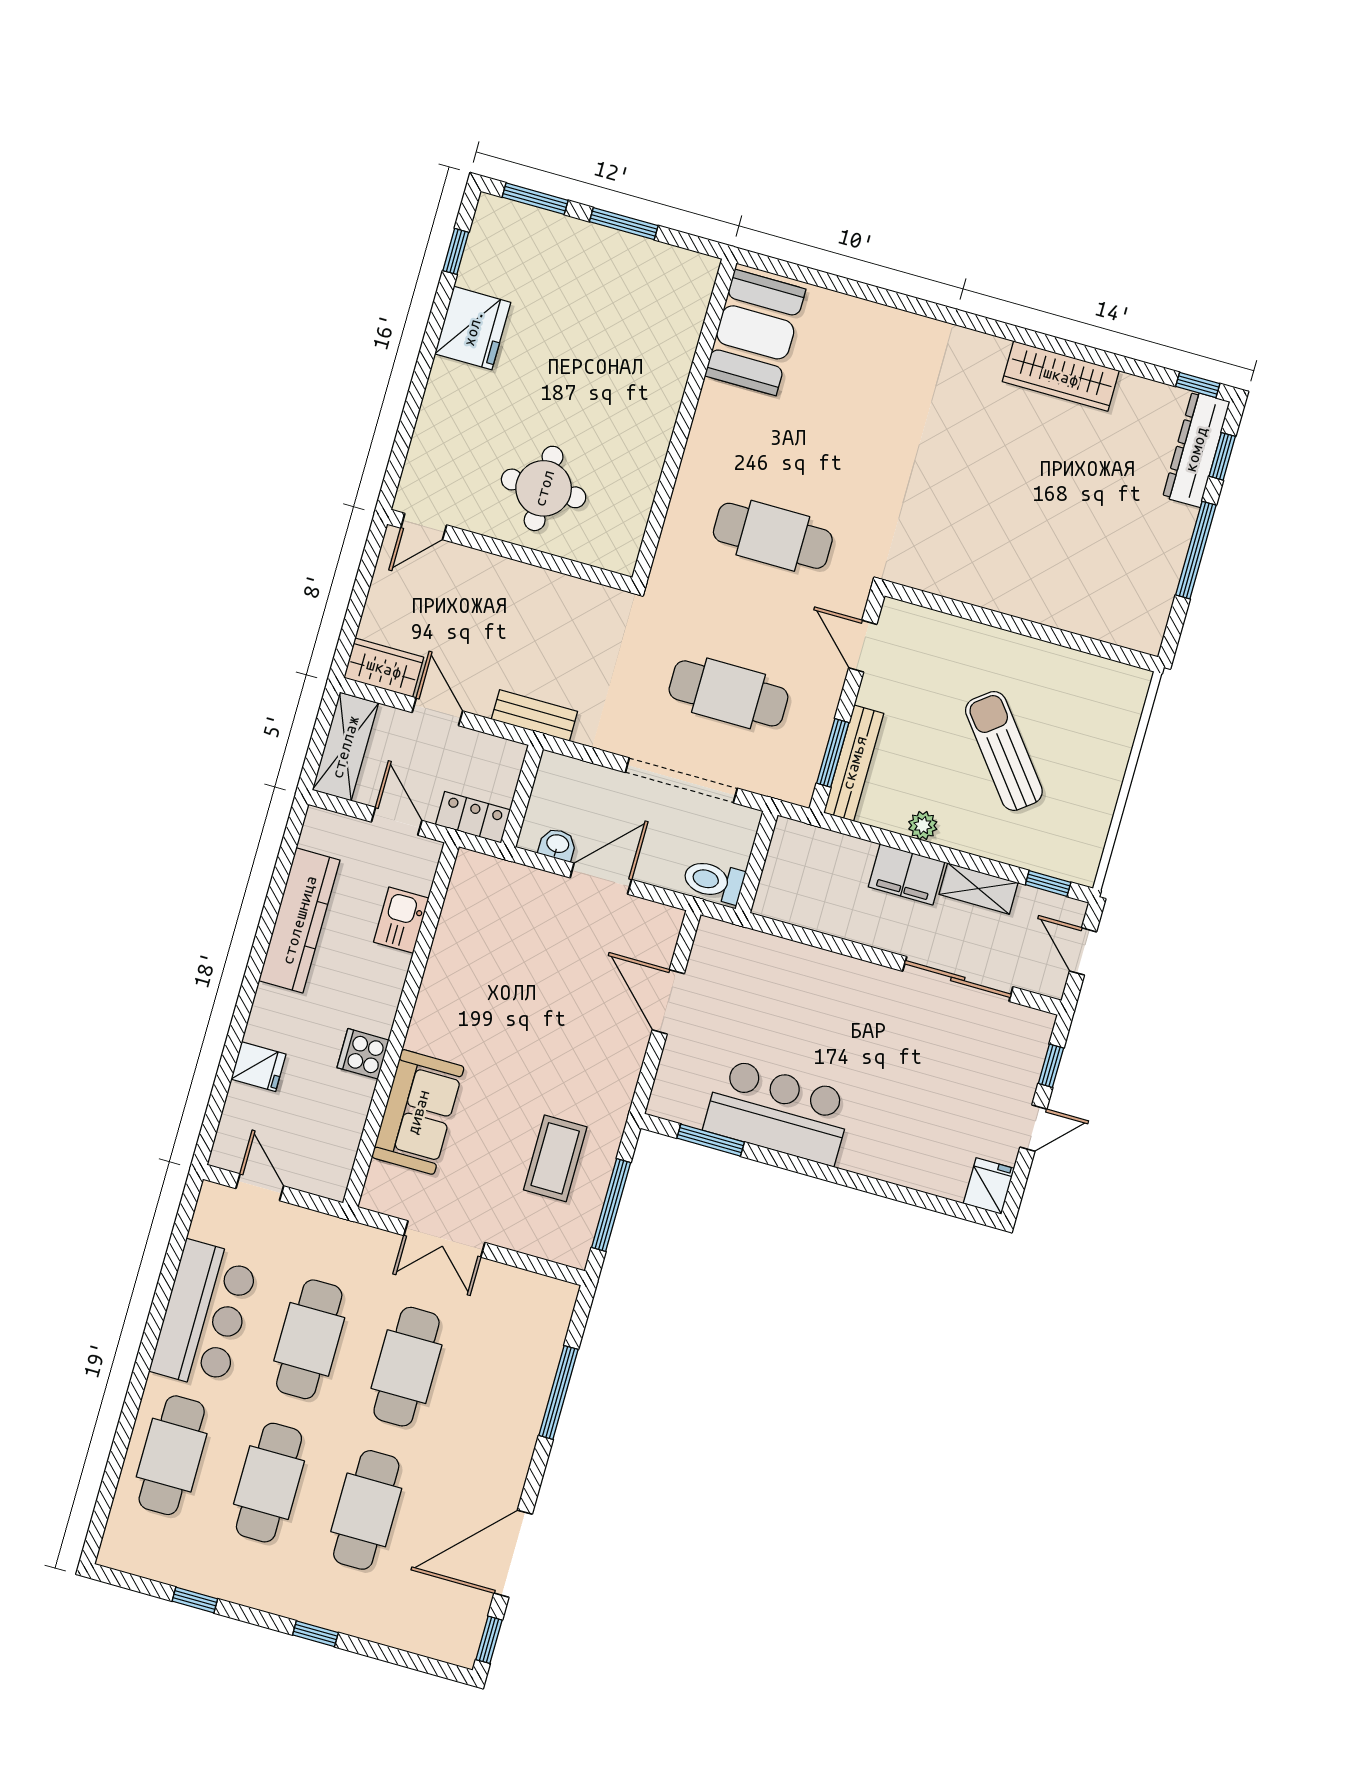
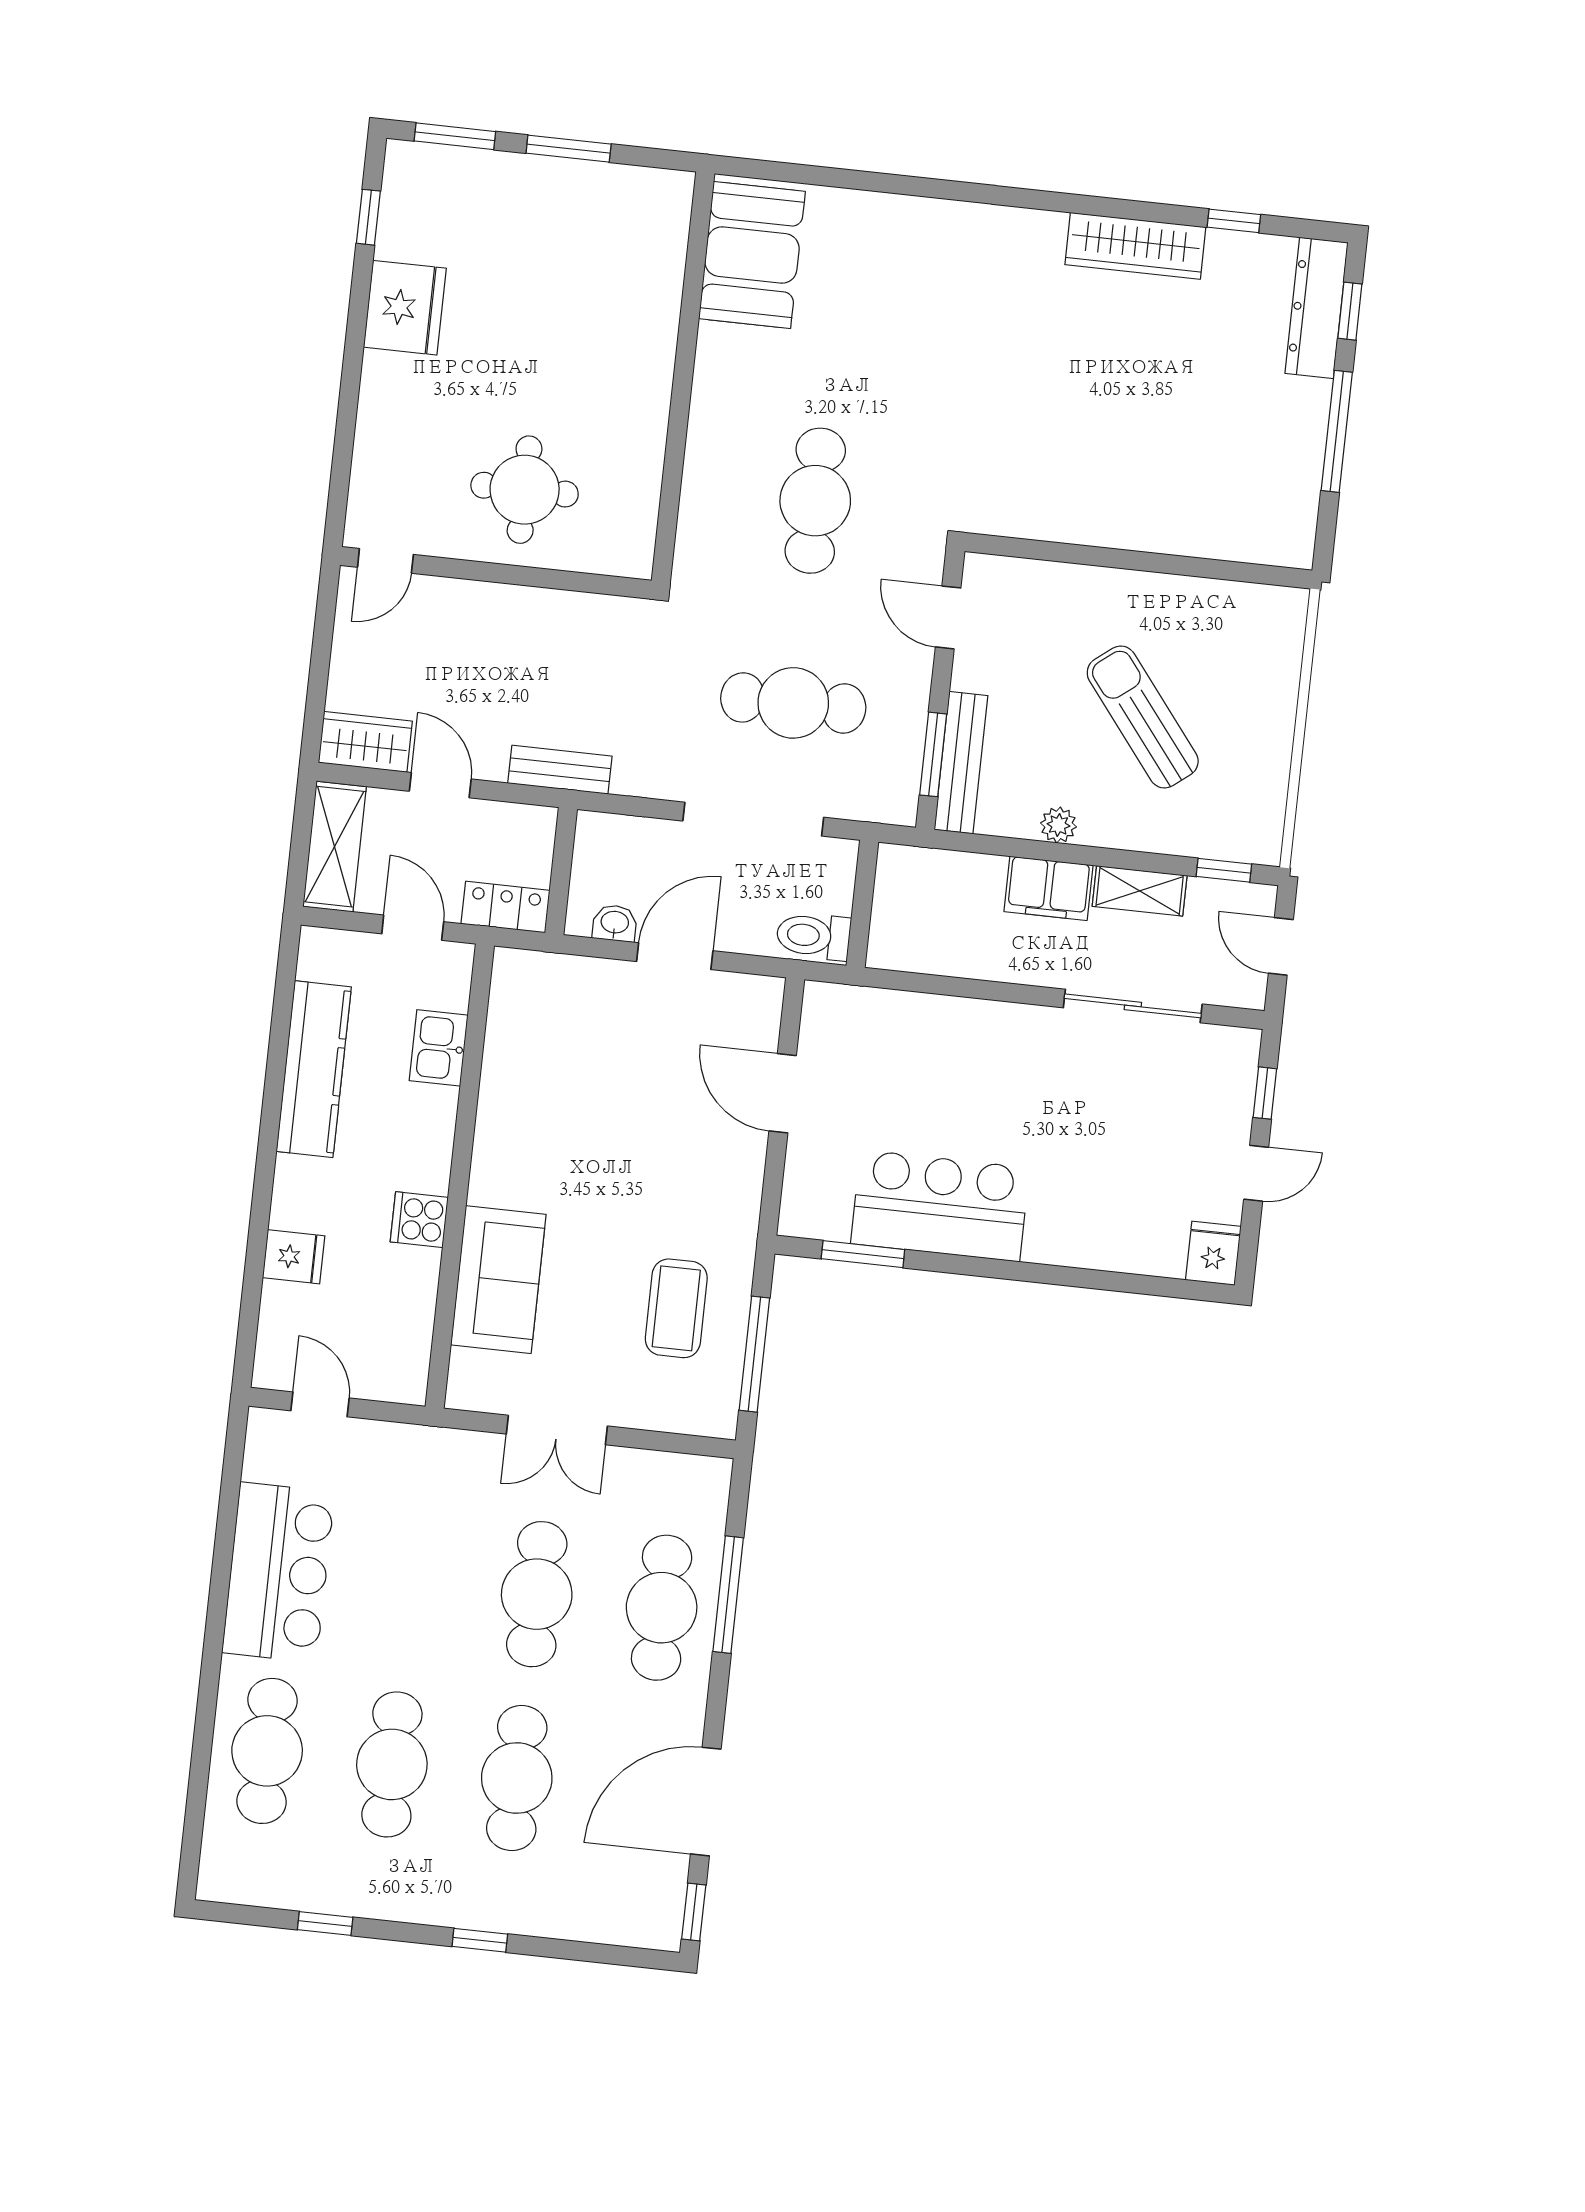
window: (1198, 385) -> (1234, 221), moved
cafe table: (773, 536) -> (815, 501), turned 90
cafe table: (309, 1339) -> (662, 1608), moved

